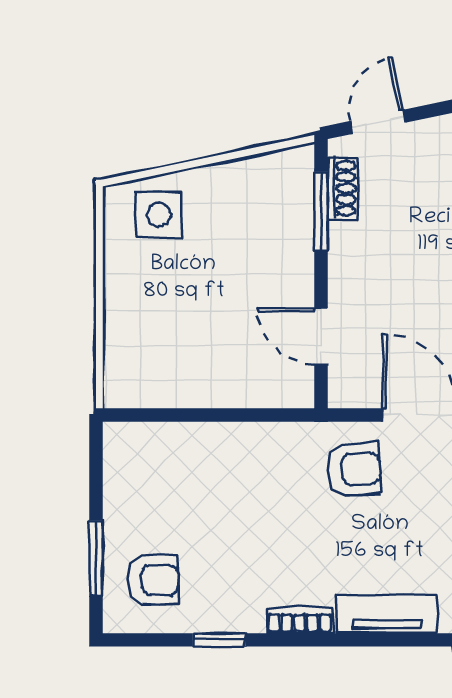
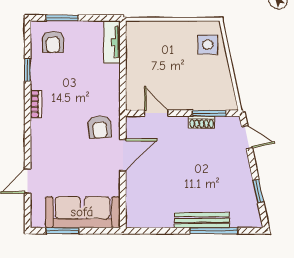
shoe rack: (342, 188) -> (202, 122), moved
door: (321, 336) -> (156, 113), hinge flipped
tv unit: (387, 614) -> (112, 42), moved, turned 180

